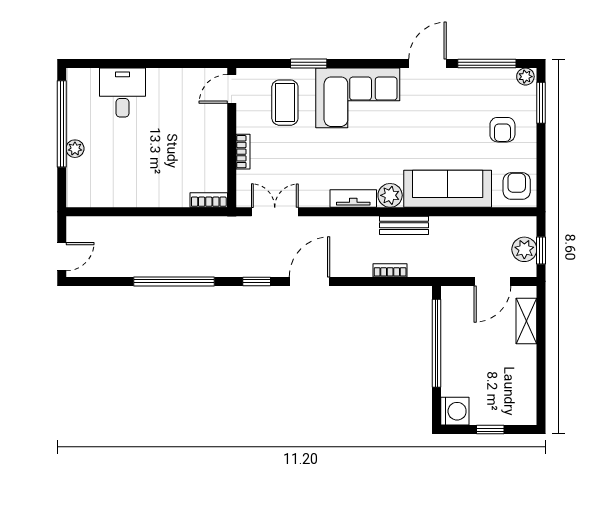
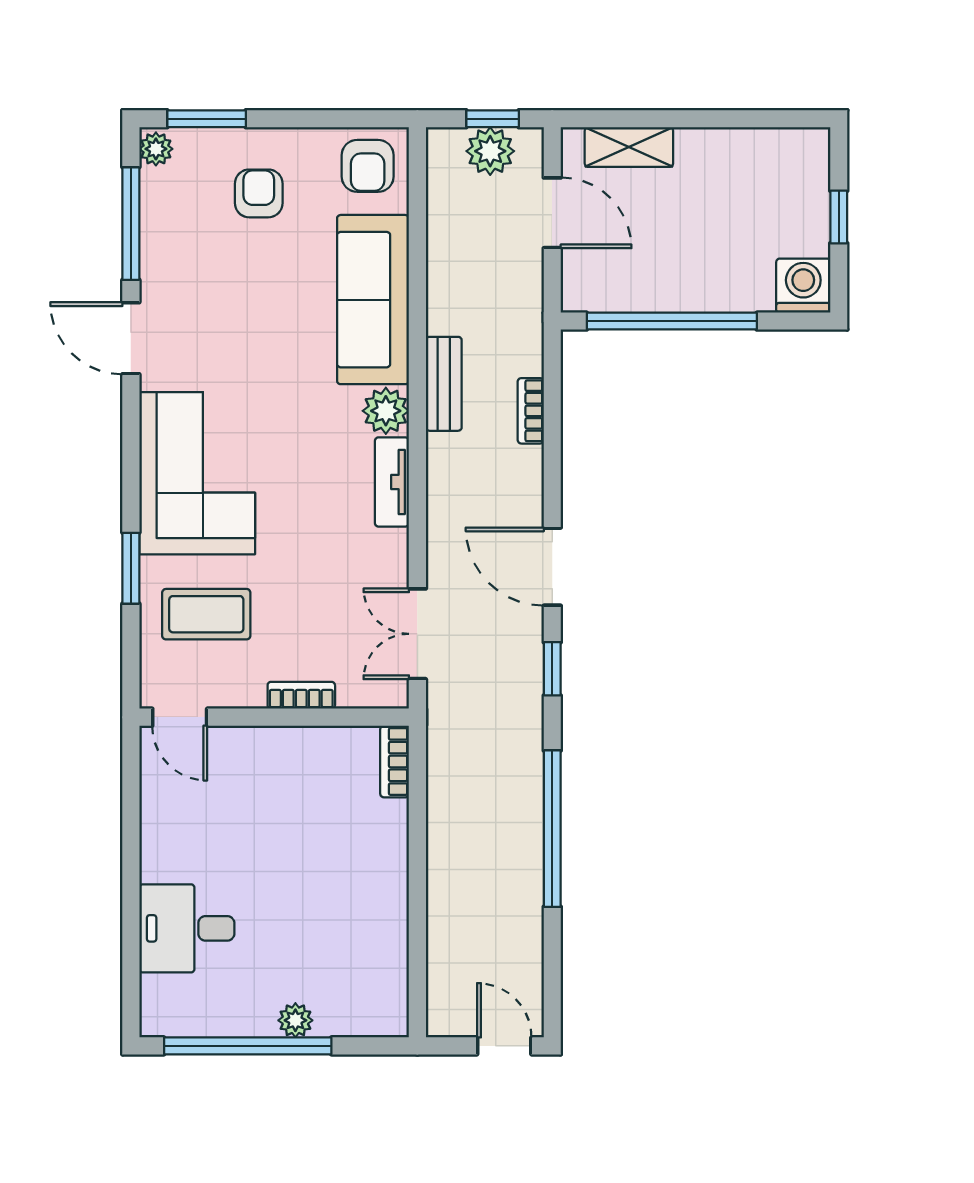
armchair: (502, 130) -> (259, 193), turned -90
armchair: (517, 186) -> (368, 166), turned -90

